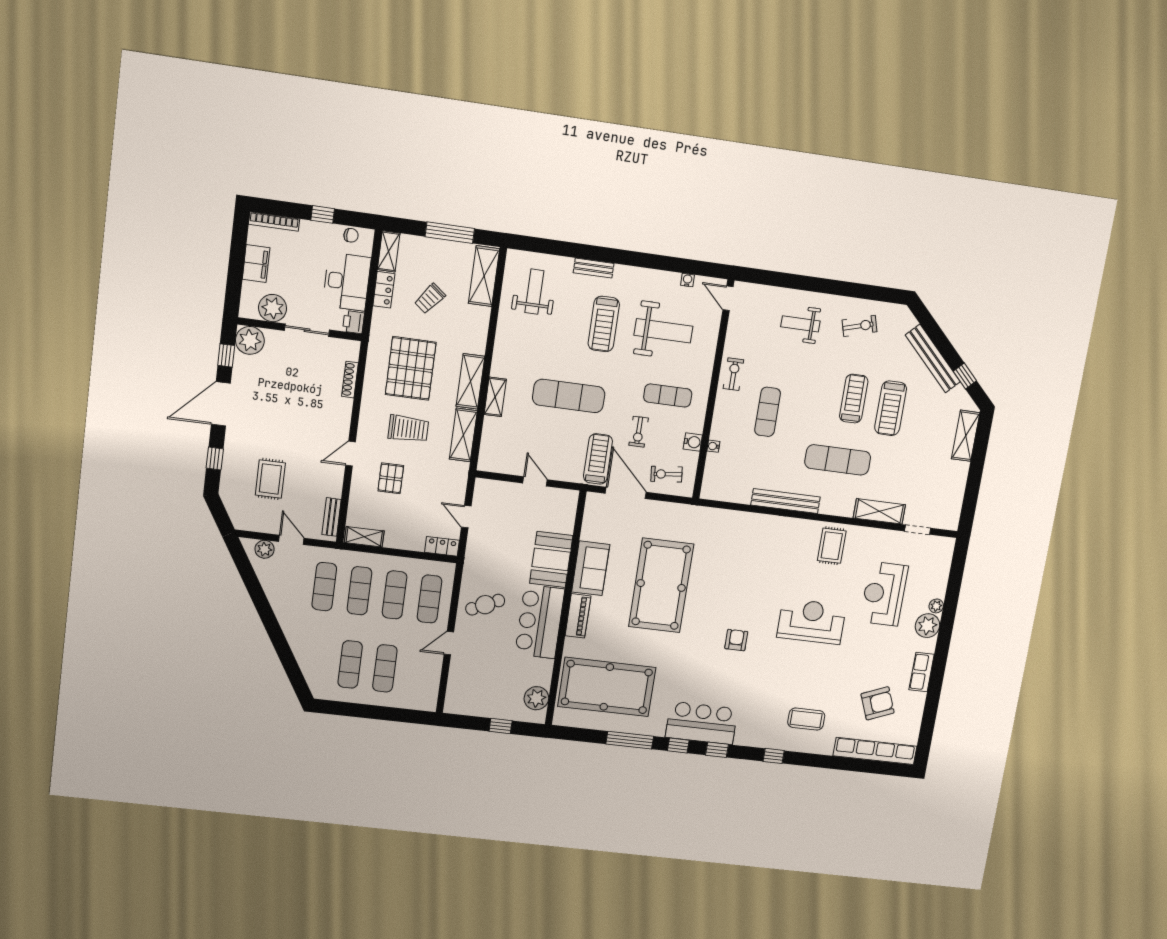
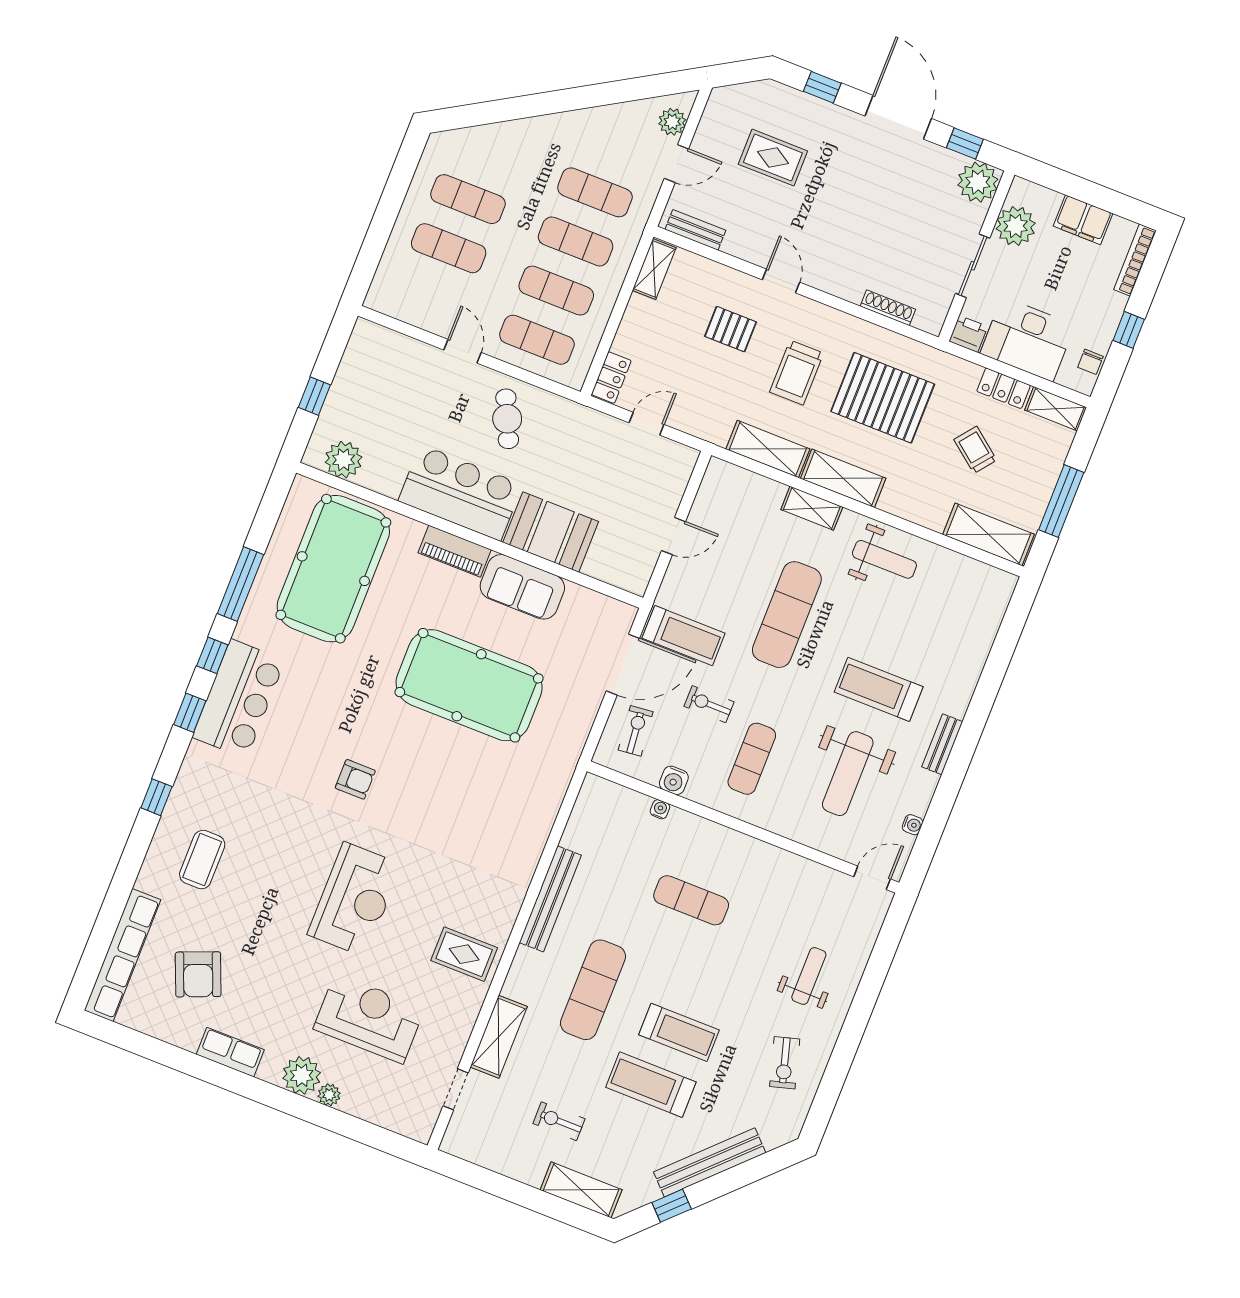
bench: (594, 268) -> (942, 744), moved
weight bench: (534, 292) -> (884, 559), moved
exercise bike: (733, 374) -> (559, 1121), moved, turned 180

